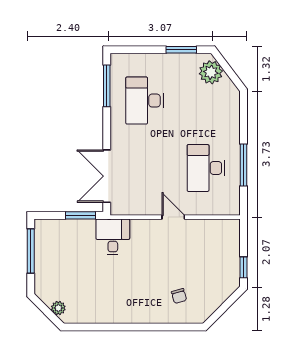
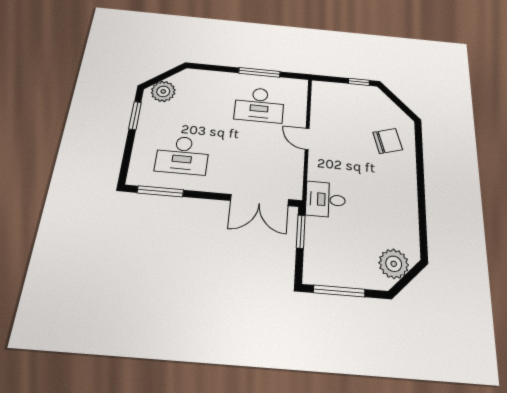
door: (173, 217) -> (307, 139), hinge flipped
chair: (179, 296) -> (388, 141), width x1.87, depth x1.87
plant: (58, 308) -> (394, 264), width x1.88, depth x1.88

